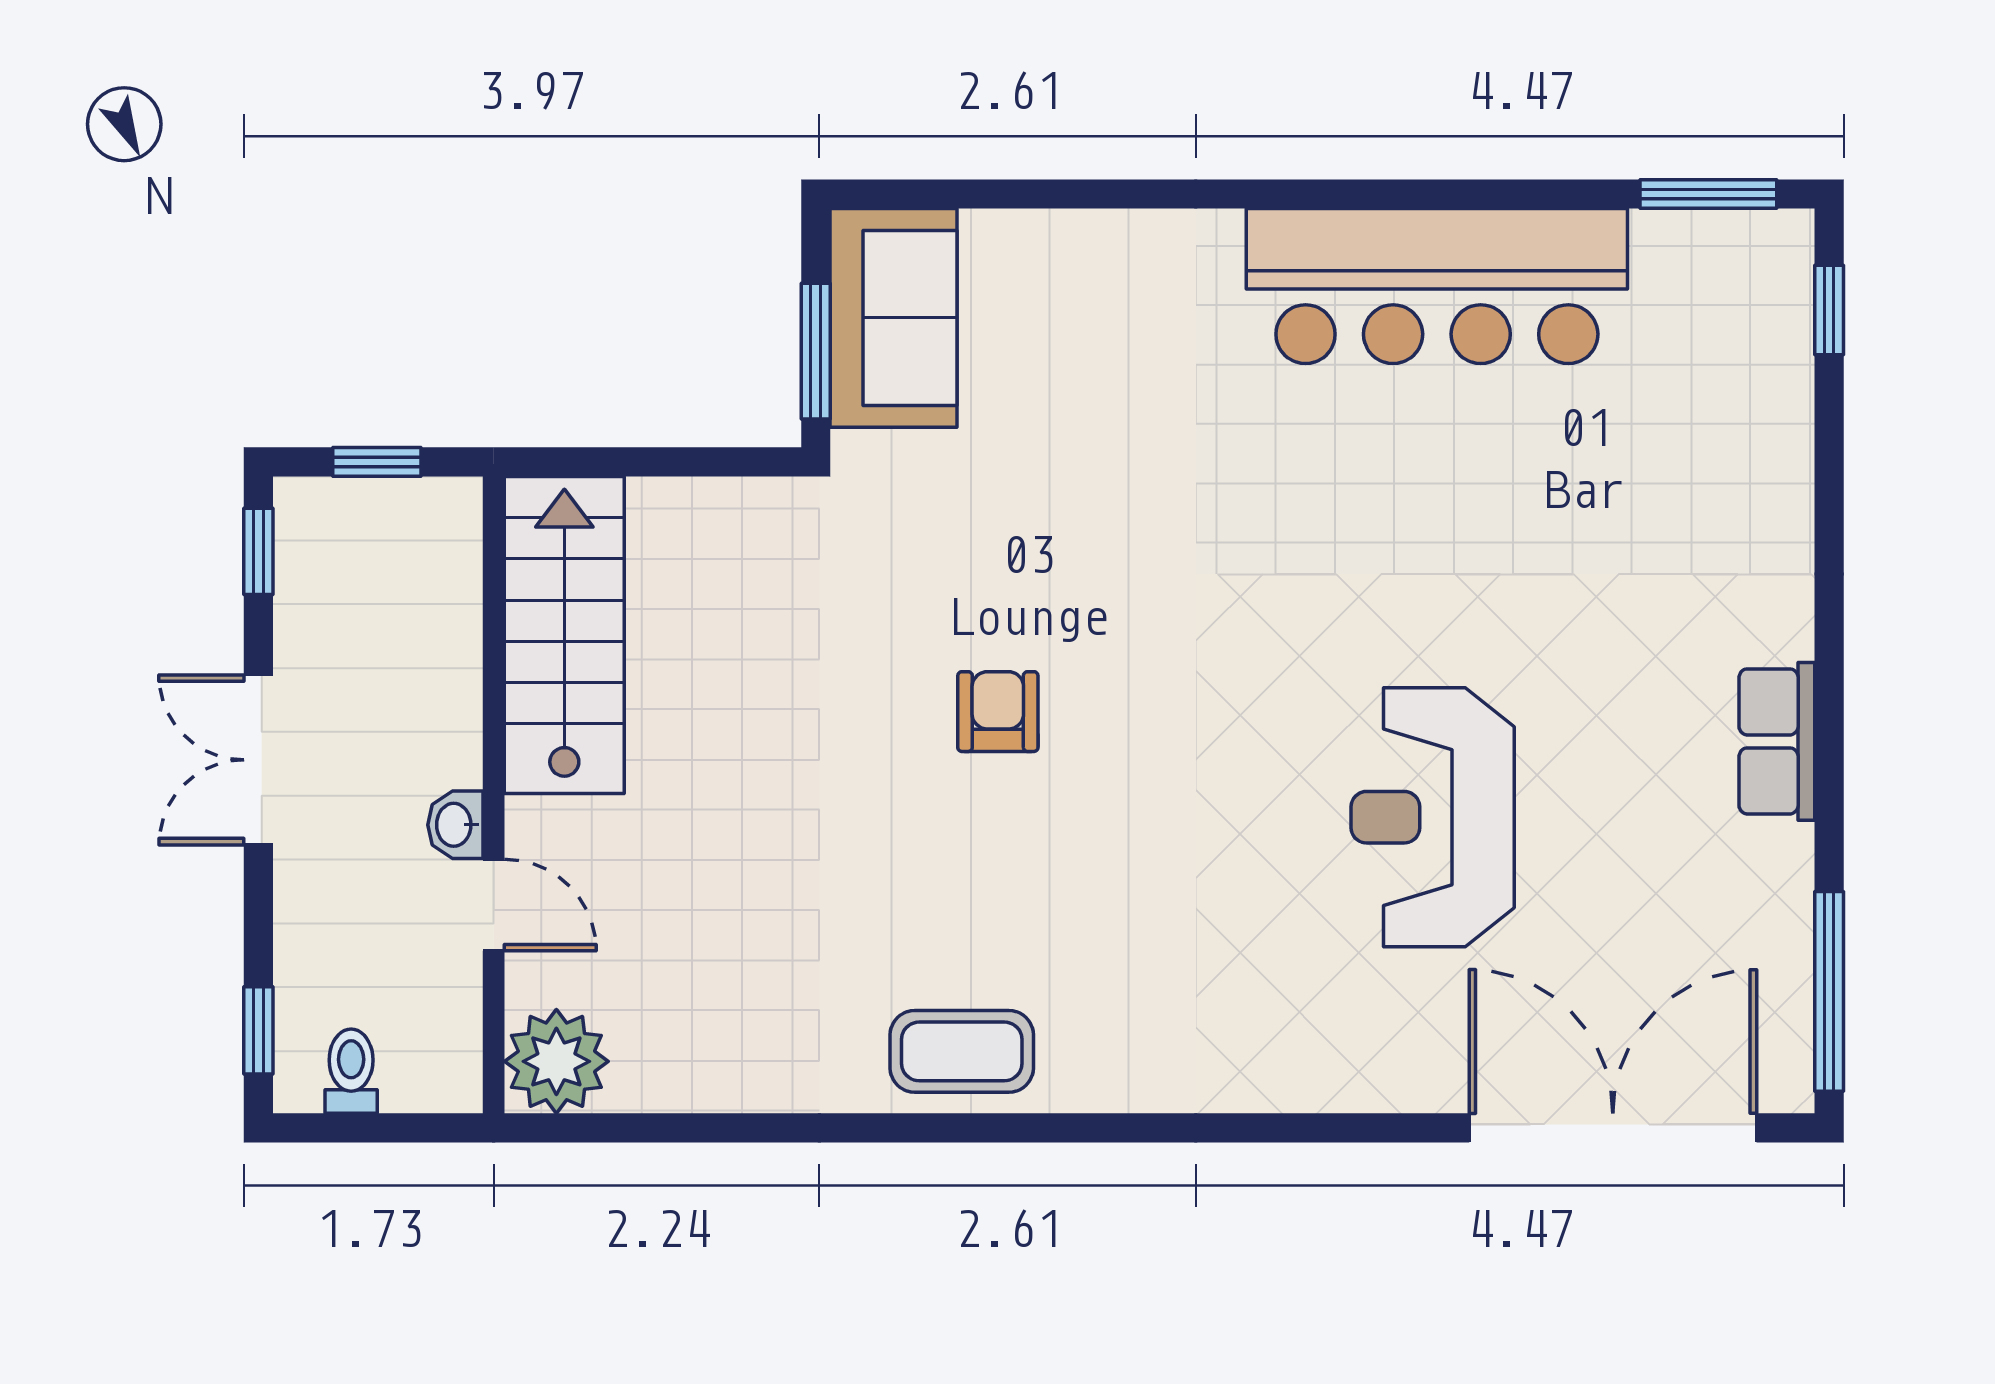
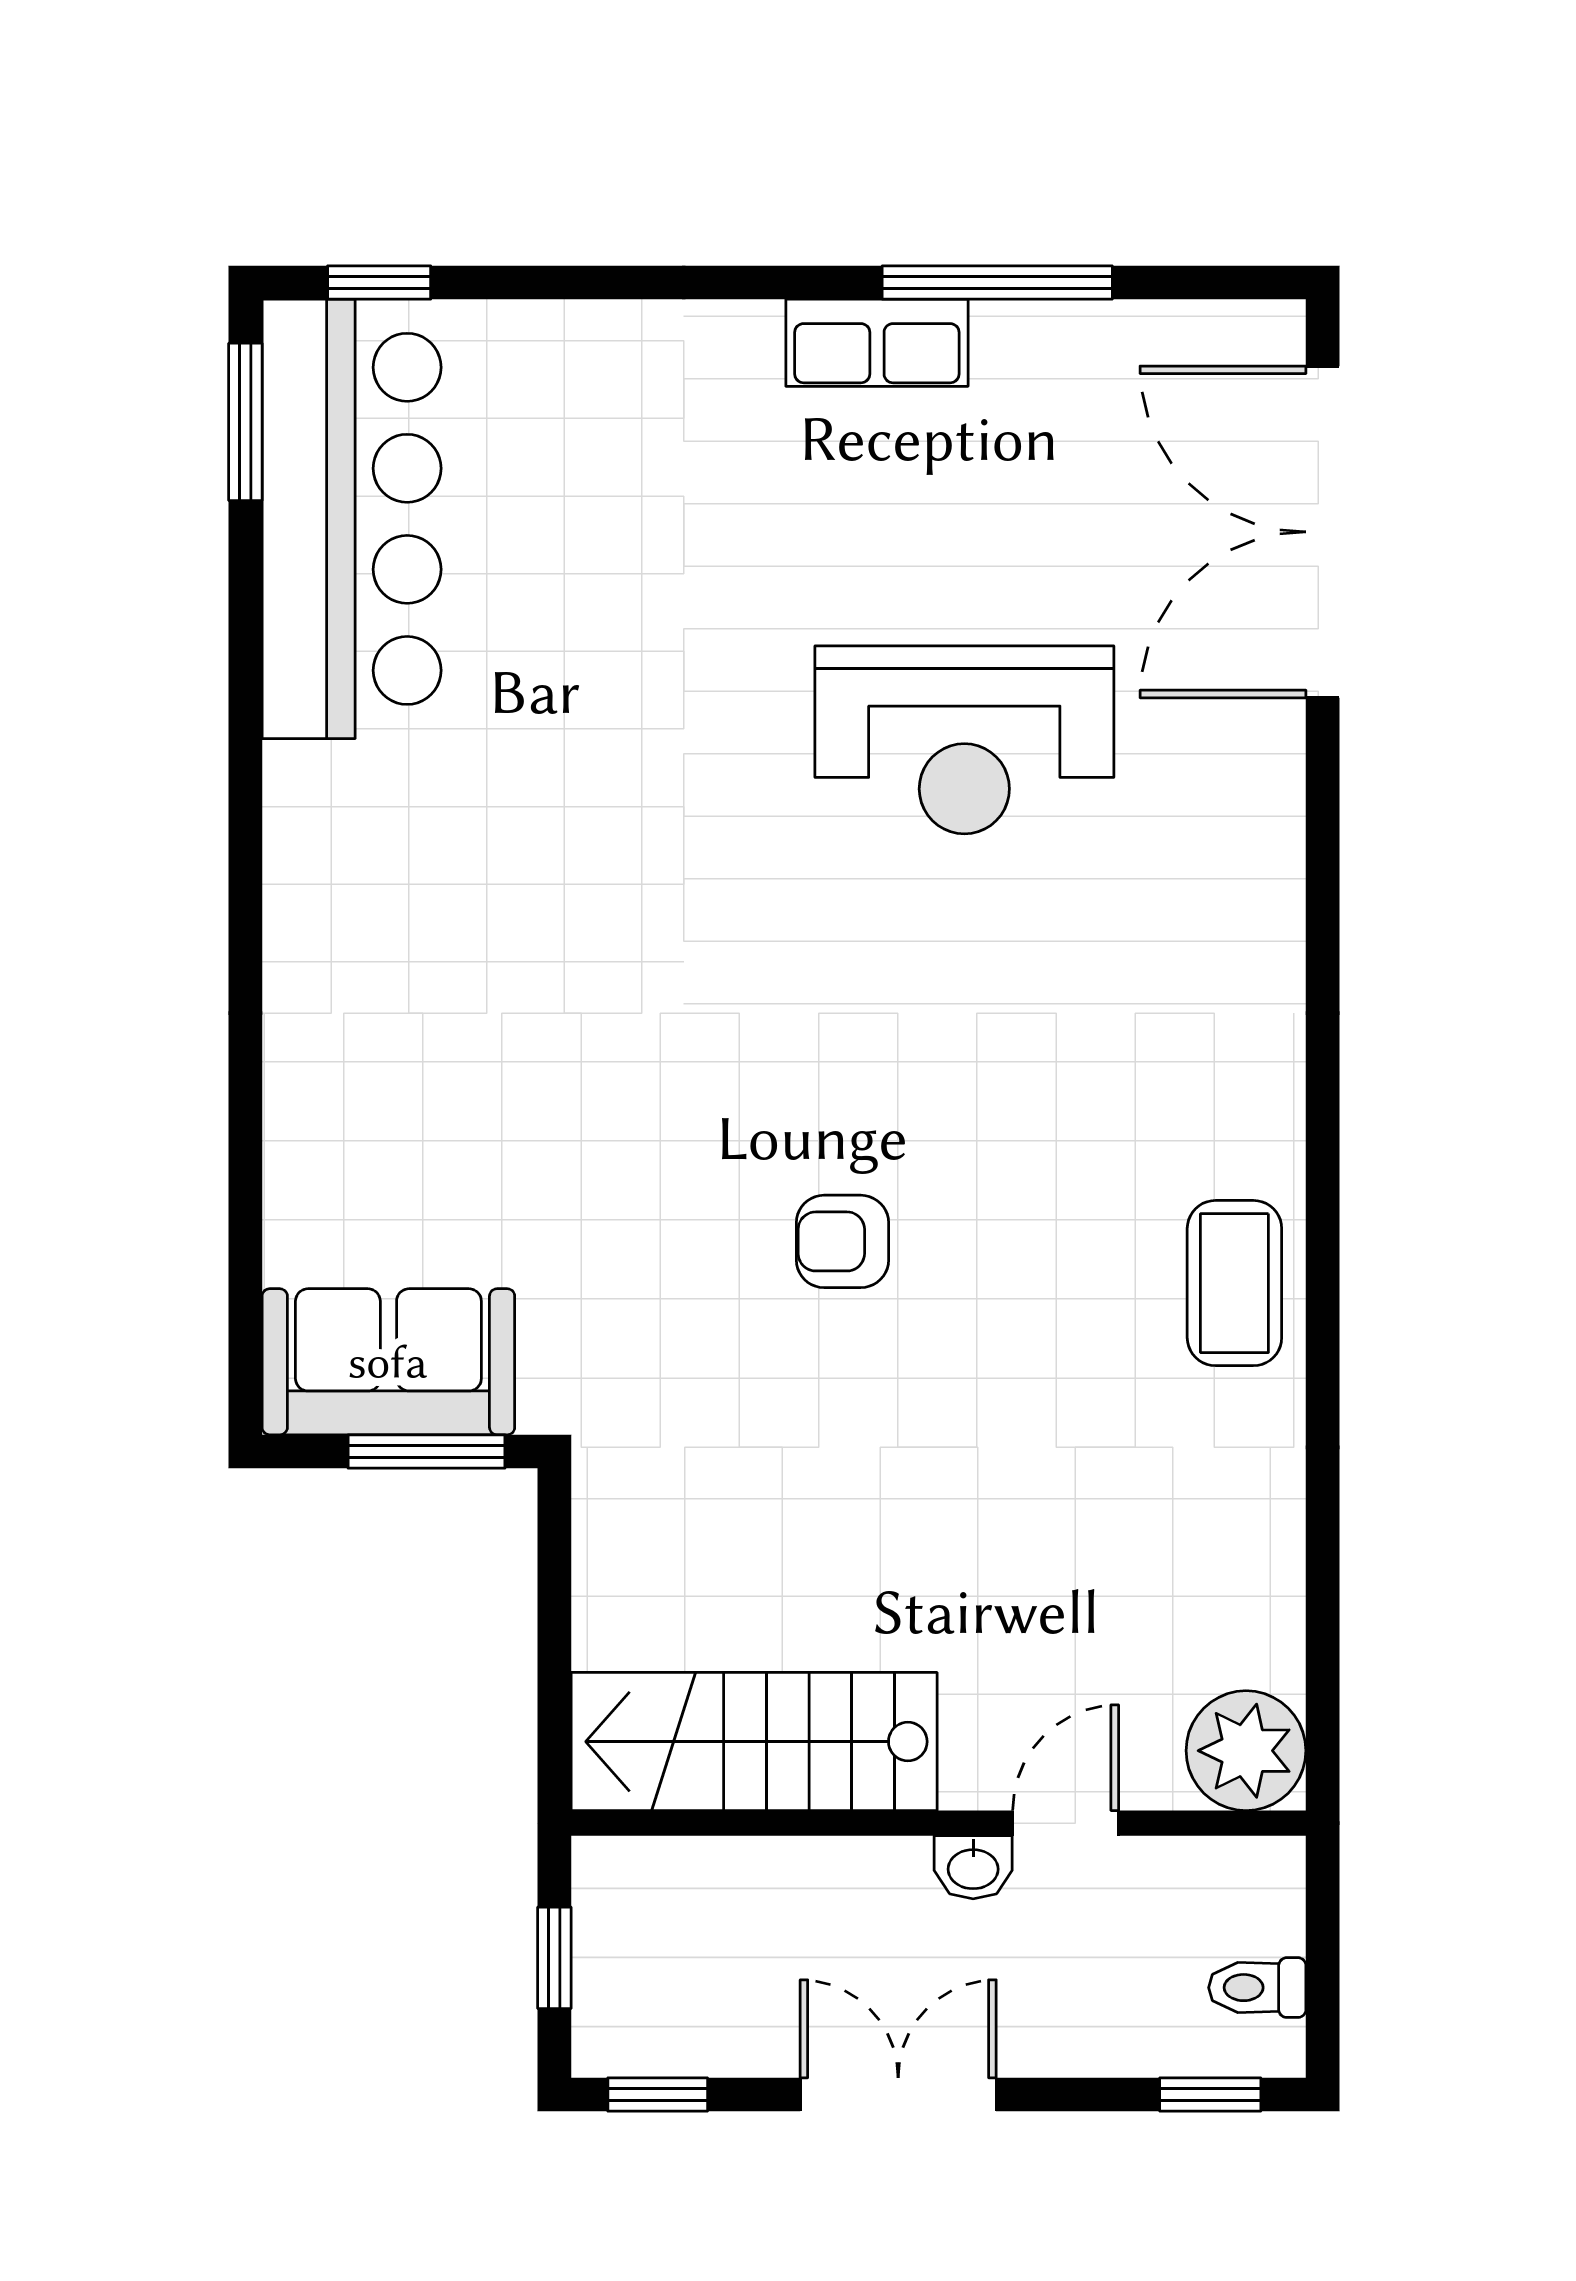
bar counter: (1437, 286) -> (352, 519), moved
double door: (258, 760) -> (898, 2095), swing flipped
window: (1829, 991) -> (997, 282), moved

